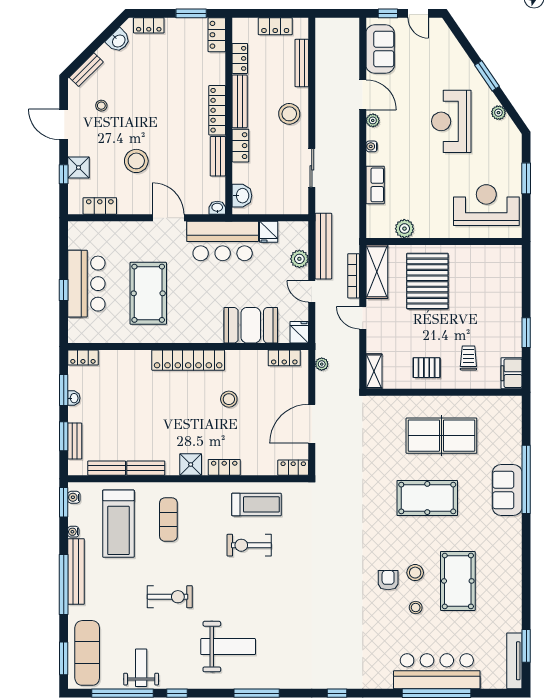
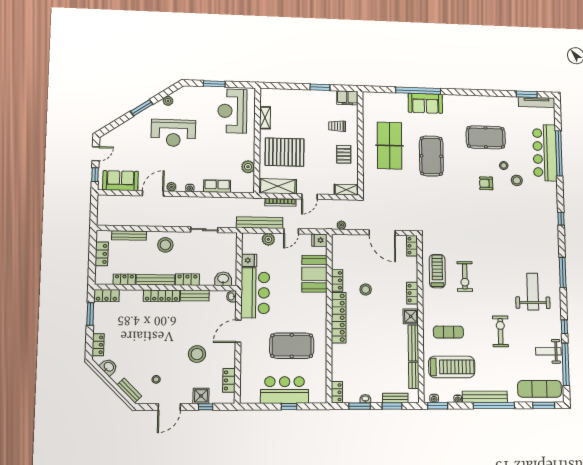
shelving: (478, 252) -> (265, 118), added
locker: (284, 358) -> (337, 280), moved
bench: (146, 468) -> (413, 343), width x1.36
stool: (415, 573) -> (517, 180), moved

